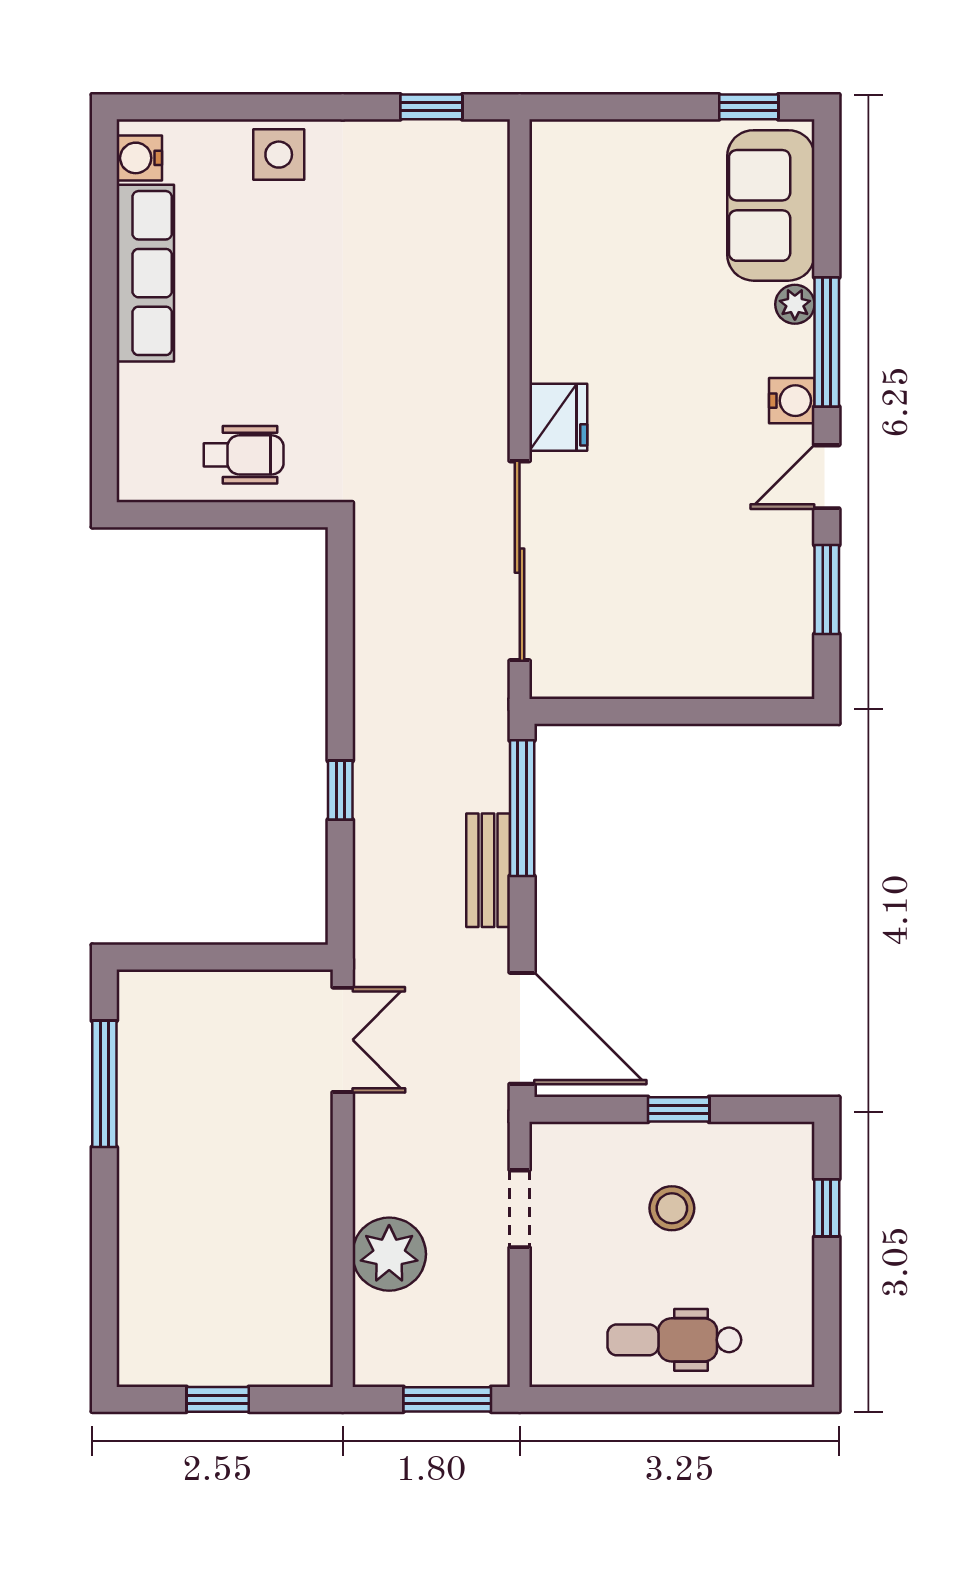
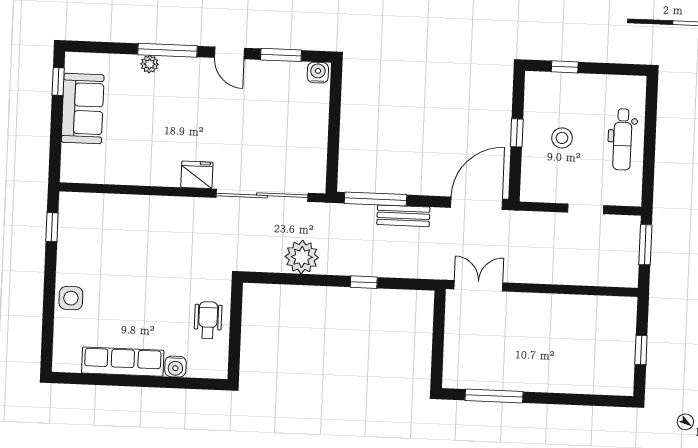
water cooler: (139, 158) -> (175, 367), moved
sofa: (771, 205) -> (83, 108), moved, turned -90
water cooler: (792, 401) -> (318, 73), moved
doorway: (520, 1209) -> (586, 209), moved
plant: (389, 1254) -> (302, 257), moved

